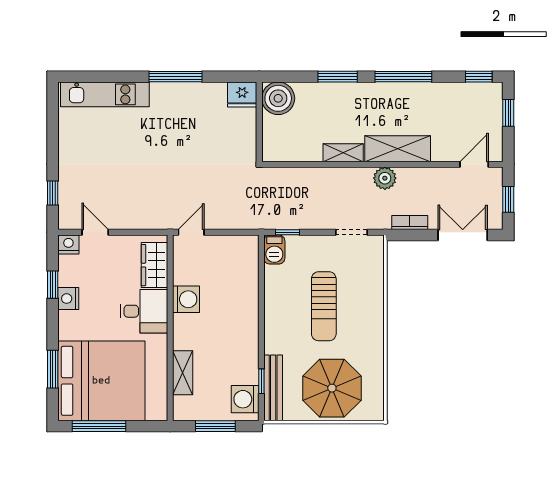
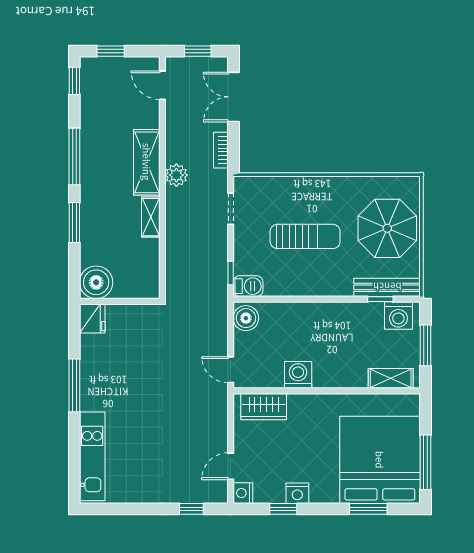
boiler: (243, 247) -> (246, 318), added
desk: (144, 311) -> (310, 417), removed
shelving: (183, 373) -> (391, 378), moved

